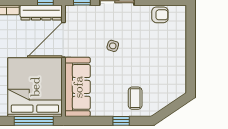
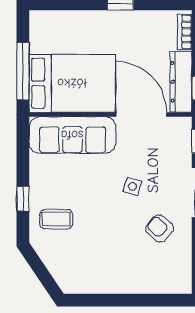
armchair: (160, 15) -> (160, 229), moved, turned 131
bed: (35, 87) -> (72, 83), width x0.73

